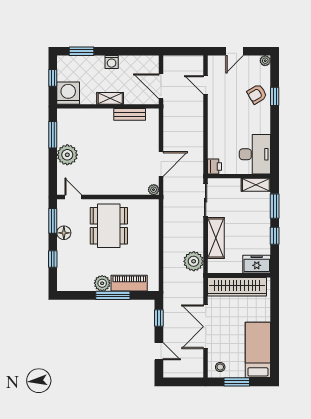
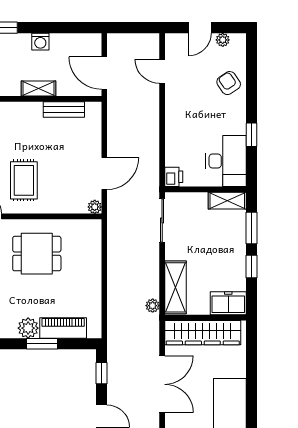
plant: (265, 61) -> (223, 40), moved
armchair: (257, 94) -> (229, 83), turned 87
window: (275, 96) -> (252, 135), moved
rug: (99, 169) -> (24, 180), added
dining table: (109, 226) -> (37, 254), width x0.73
shelving: (216, 238) -> (175, 287), moved
plant: (194, 261) -> (153, 306), width x0.53, depth x0.53
window: (113, 295) -> (42, 344), width x0.69
double door: (206, 327) -> (162, 384), swing flipped

